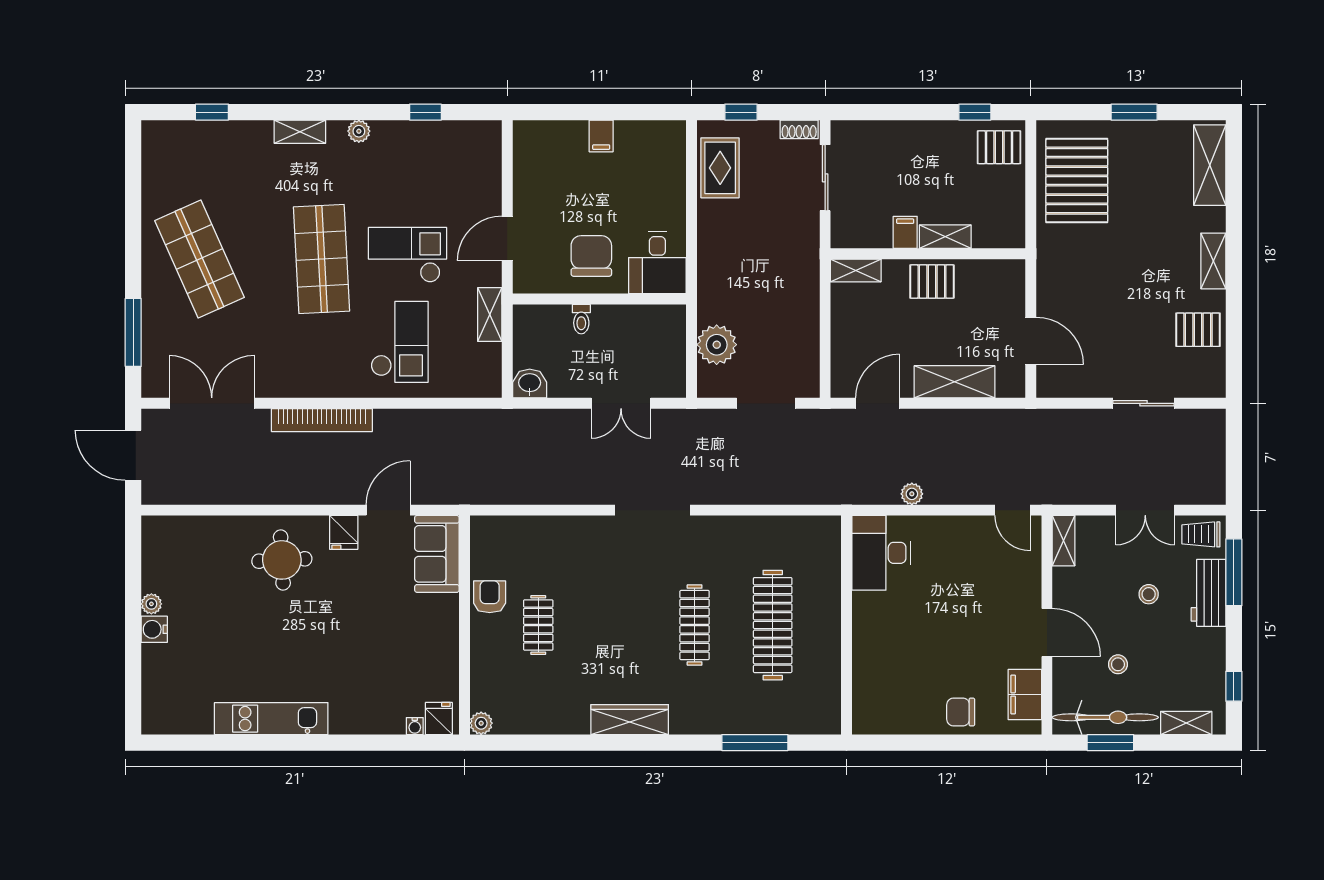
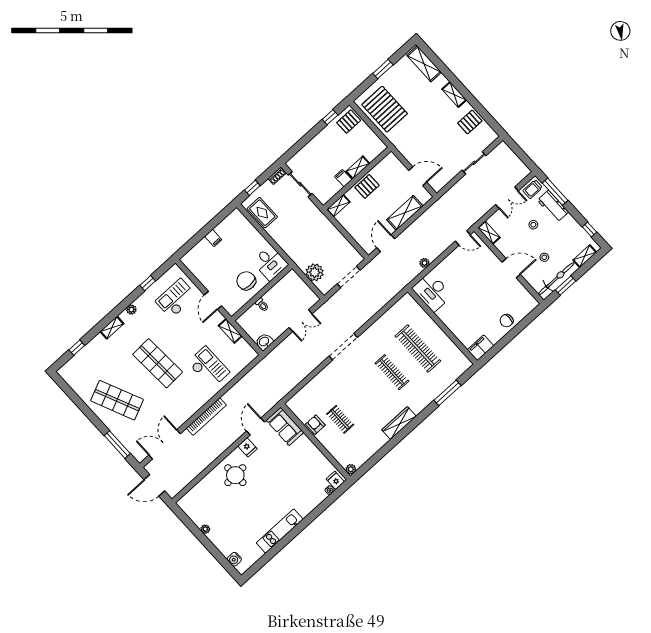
checkout: (407, 255) -> (176, 298), moved
water cooler: (154, 629) -> (234, 559), moved
filing cabinet: (1025, 694) -> (481, 348), moved, turned 90

